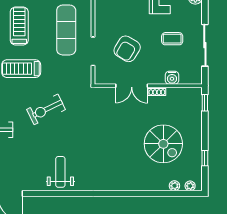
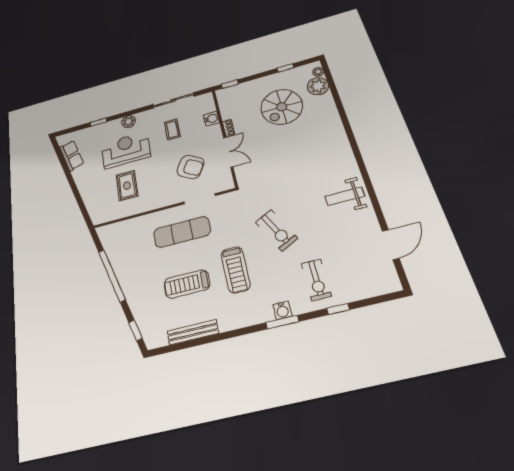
spiral stairs: (163, 144) -> (282, 107), turned 180
plant: (174, 186) -> (318, 86), width x1.87, depth x1.87

